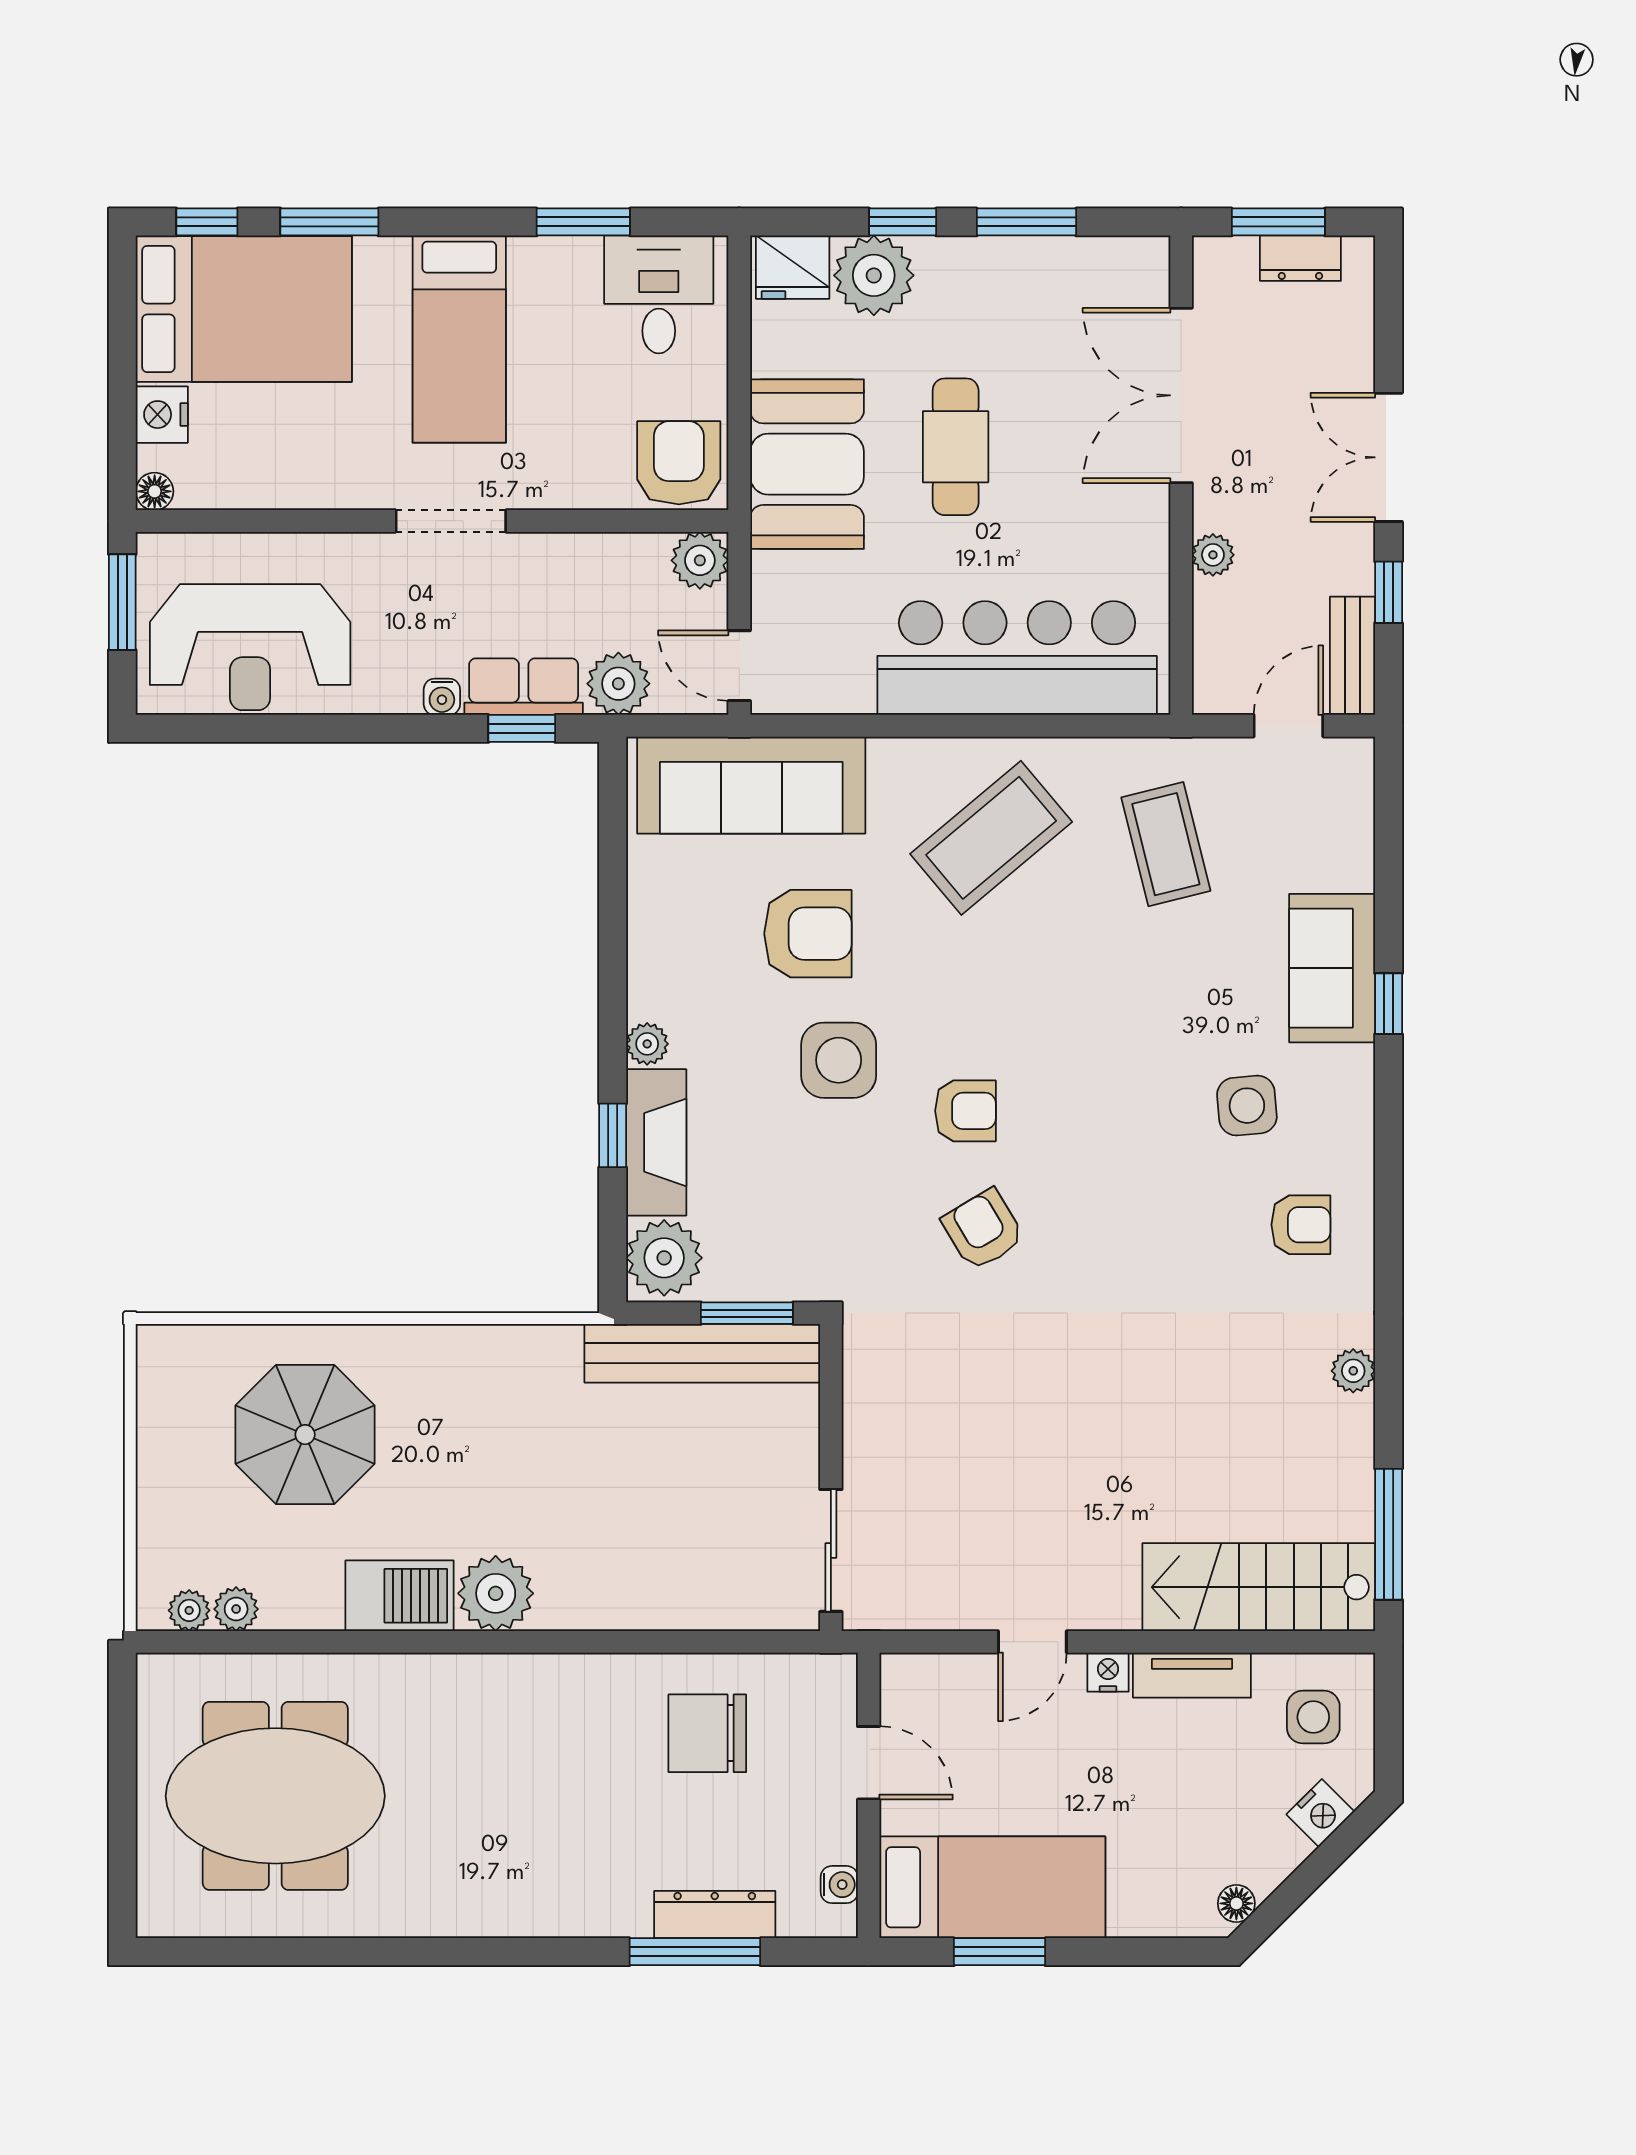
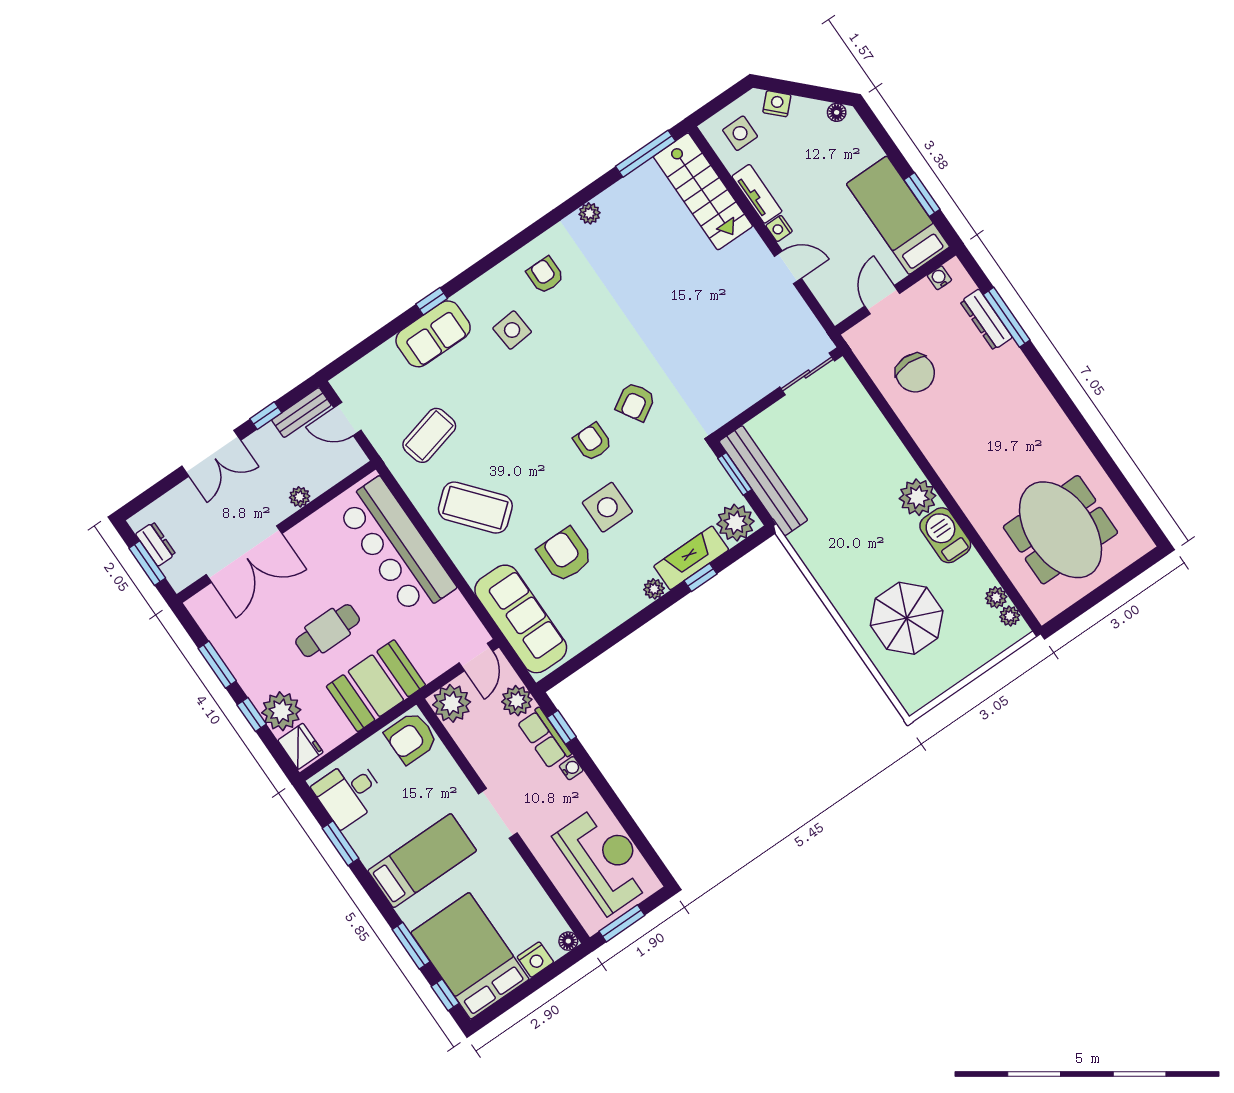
plant: (700, 560) -> (452, 703), width x1.36, depth x1.36

